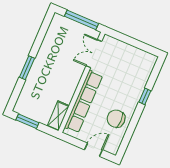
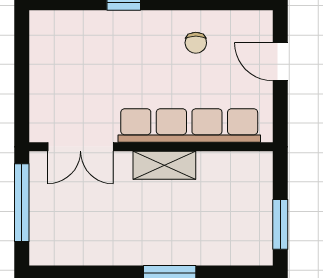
shelving: (58, 116) -> (164, 165), moved
chair: (116, 119) -> (196, 43), width x0.54, depth x0.54

